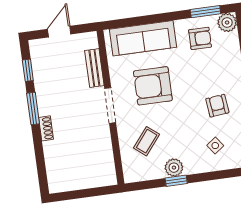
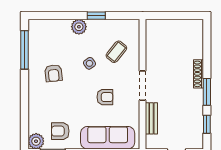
armchair: (153, 86) -> (105, 97), width x0.53, depth x0.53
shoe rack: (46, 128) -> (198, 74), width x1.43
side table: (215, 146) -> (89, 63), moved
plant: (174, 168) -> (79, 27), moved

